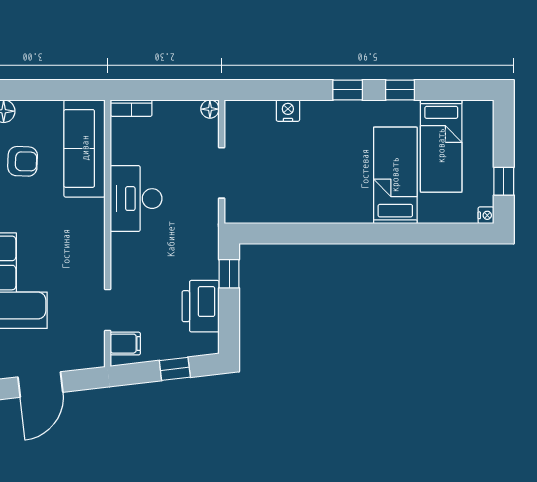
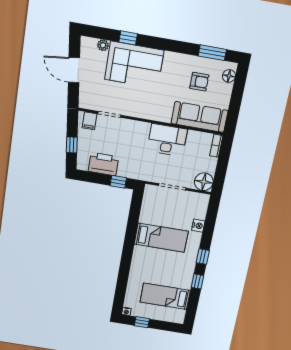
floor lamp: (210, 109) -> (204, 182), width x1.89, depth x1.89
armchair: (23, 161) -> (199, 82), turned -92
bed: (395, 175) -> (161, 238), moved

